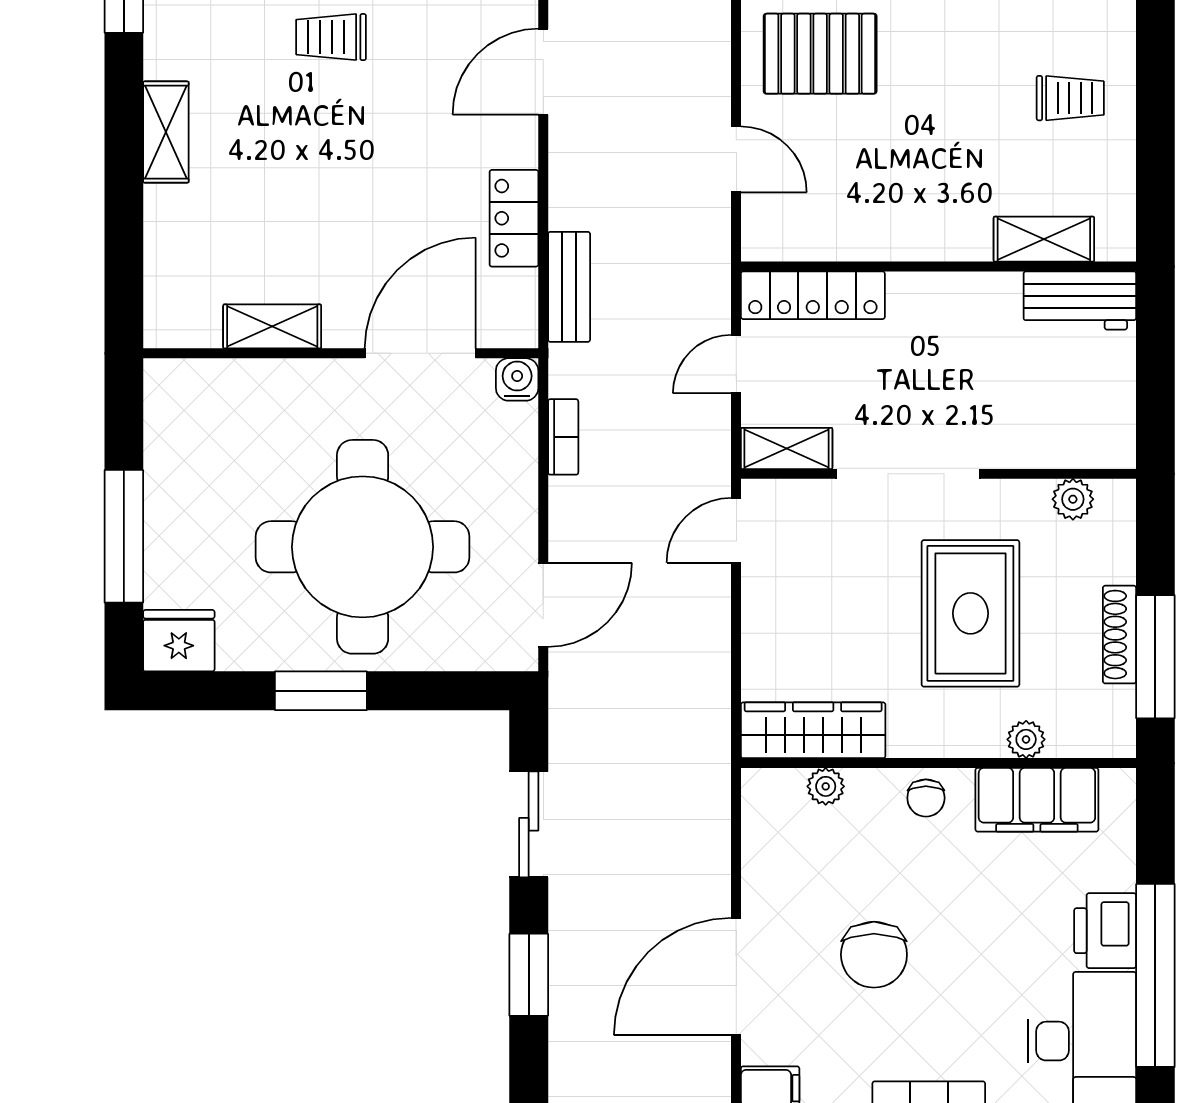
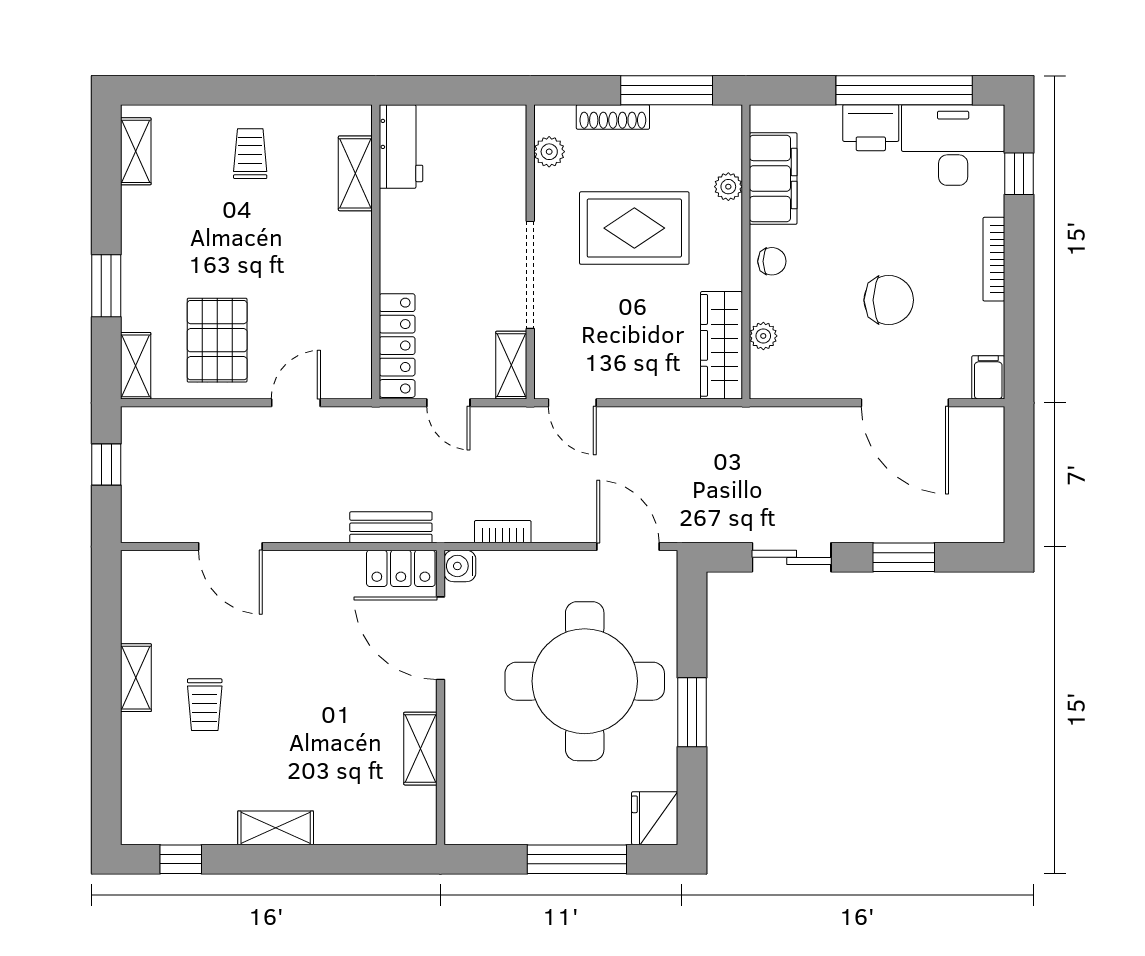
locker: (514, 218) -> (401, 568), moved
shoe rack: (1119, 635) -> (613, 117), moved

